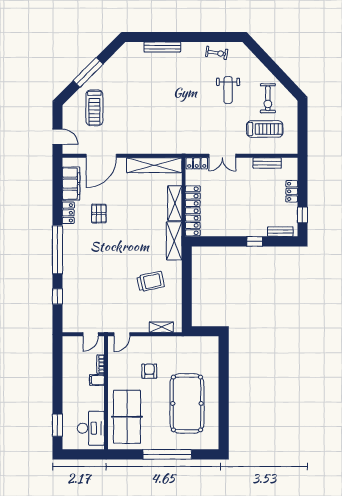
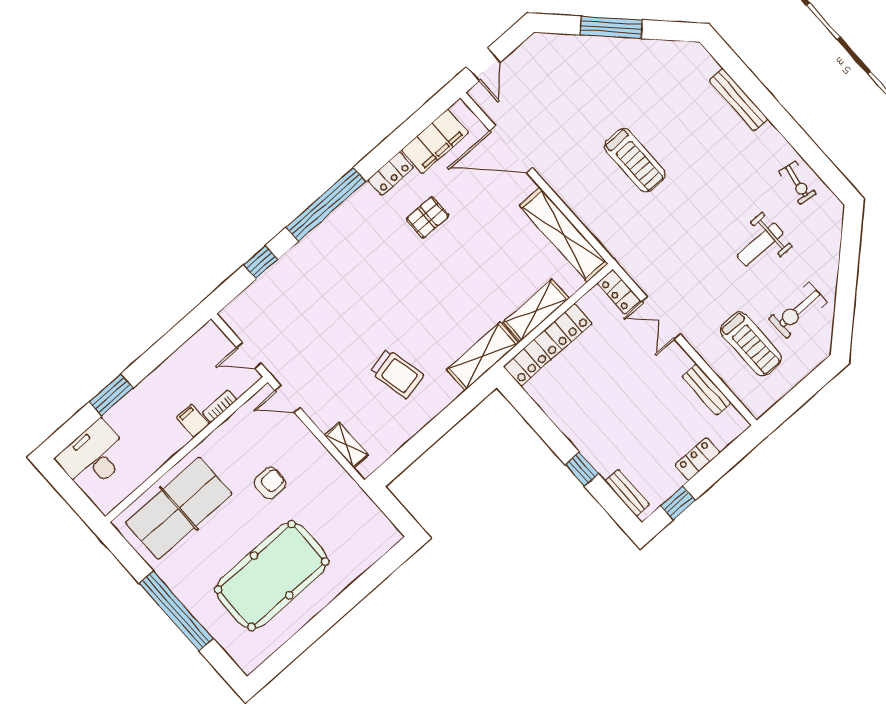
treadmill: (94, 108) -> (635, 160), moved, turned -90
window: (57, 425) -> (111, 395), moved
desk: (91, 428) -> (94, 456), moved, turned 180

